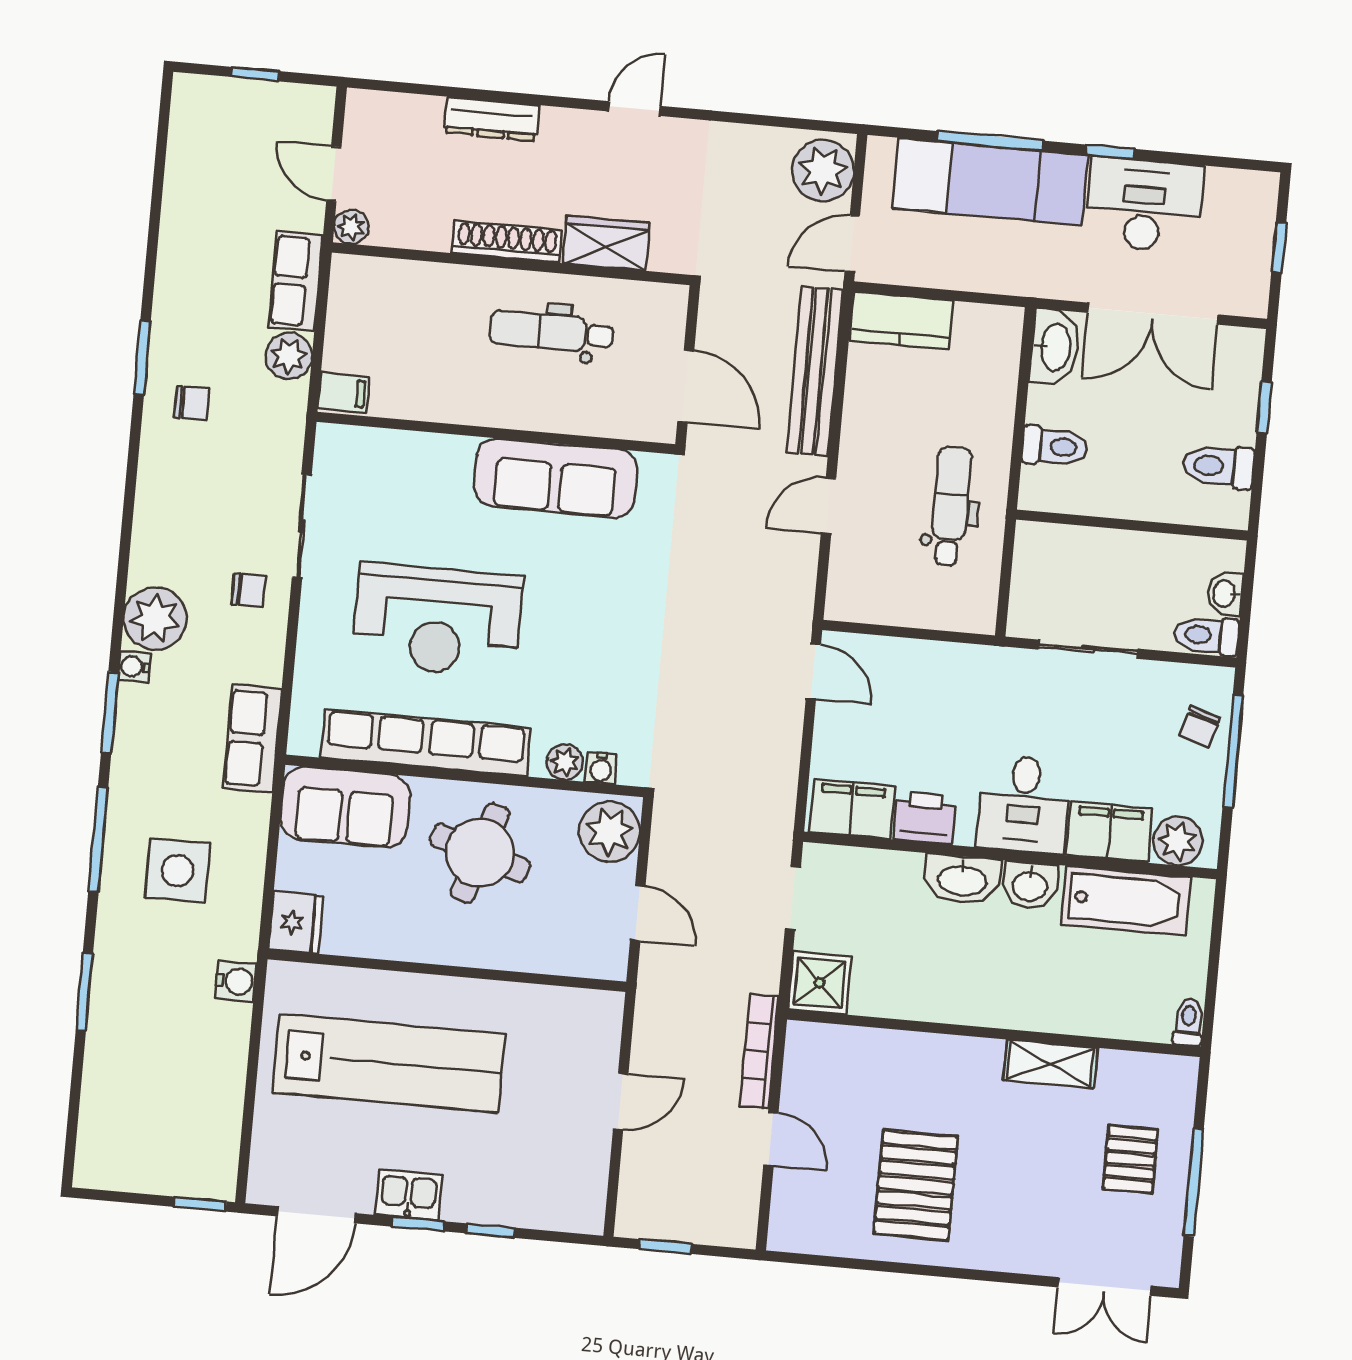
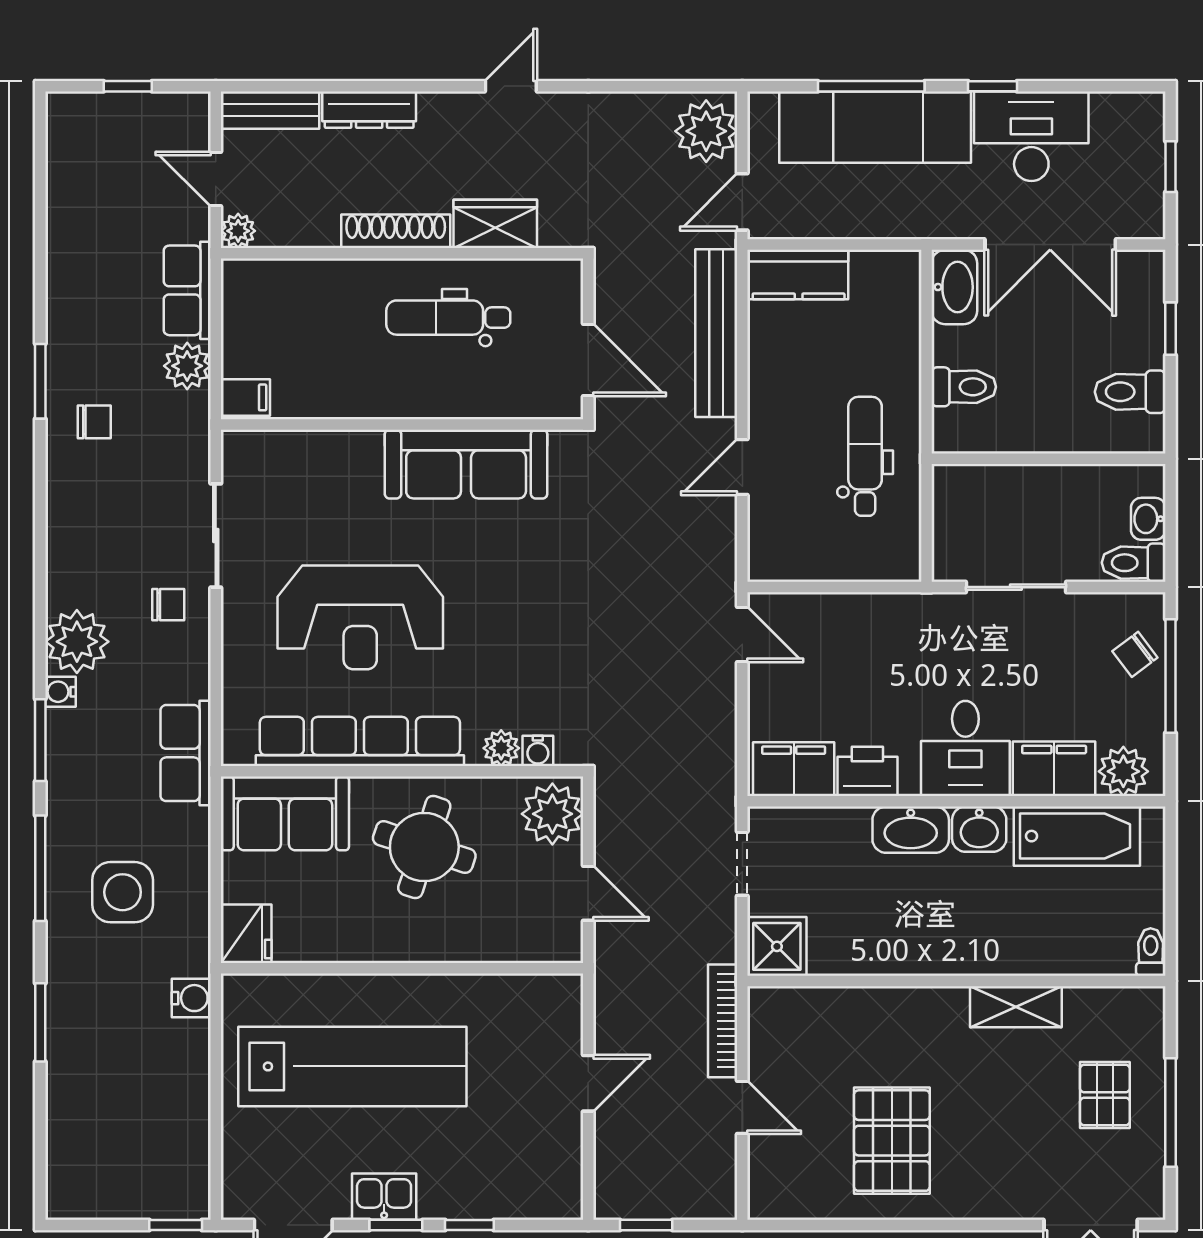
bench: (394, 110) -> (270, 110), added
chair: (1200, 726) -> (1135, 654), turned 36

